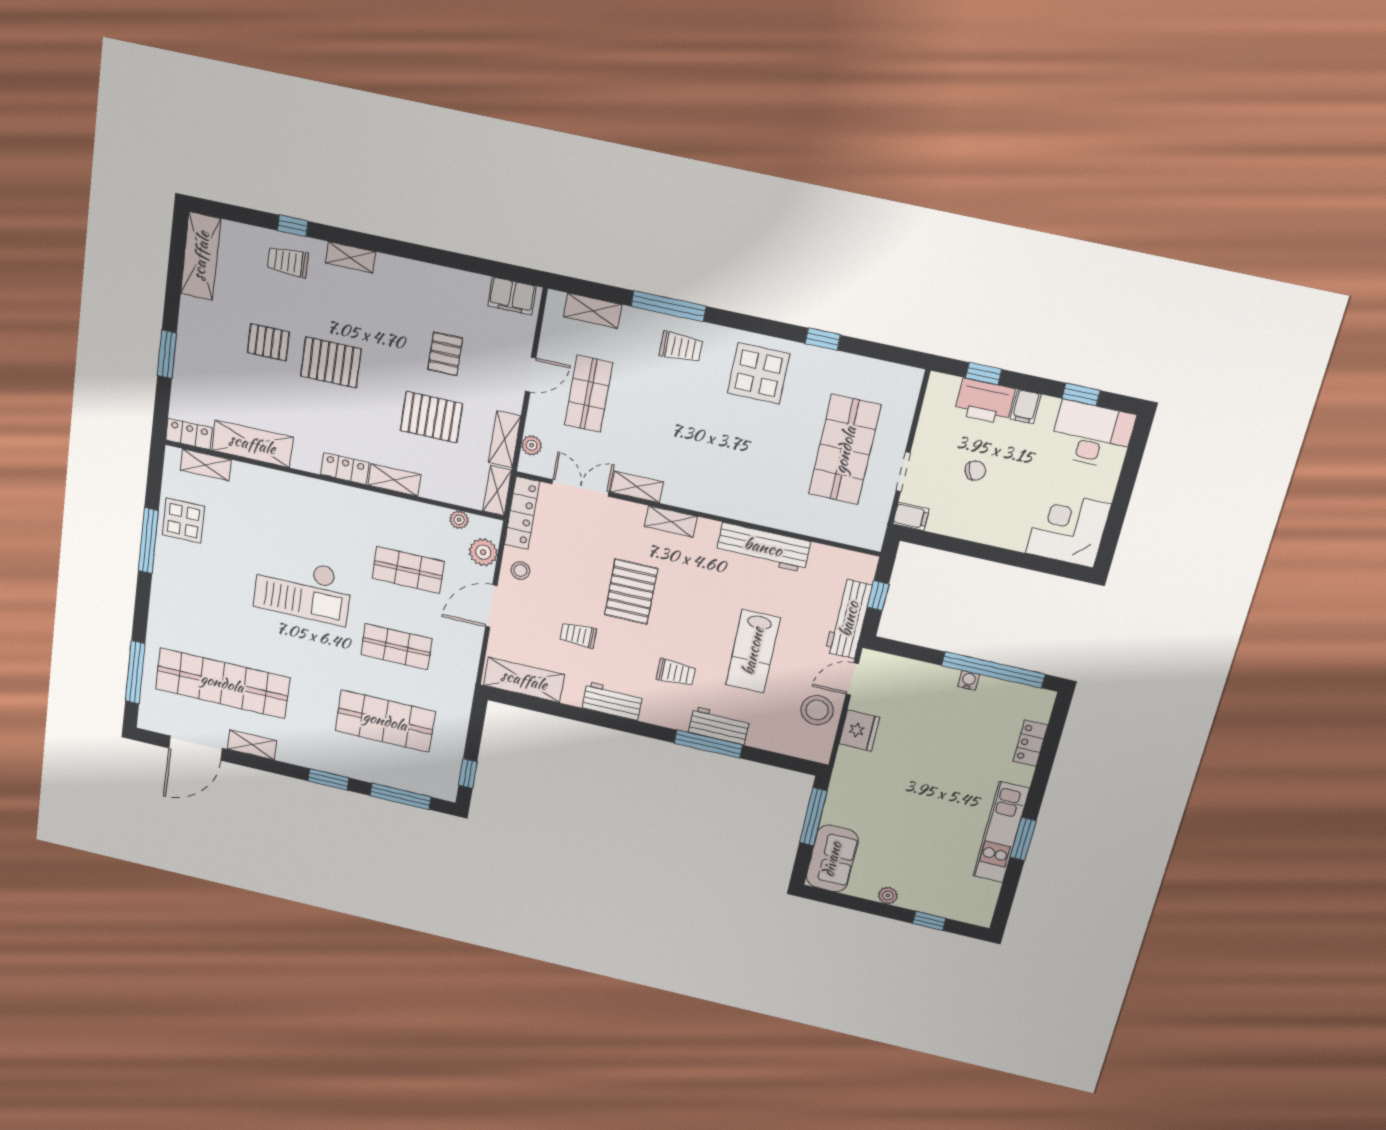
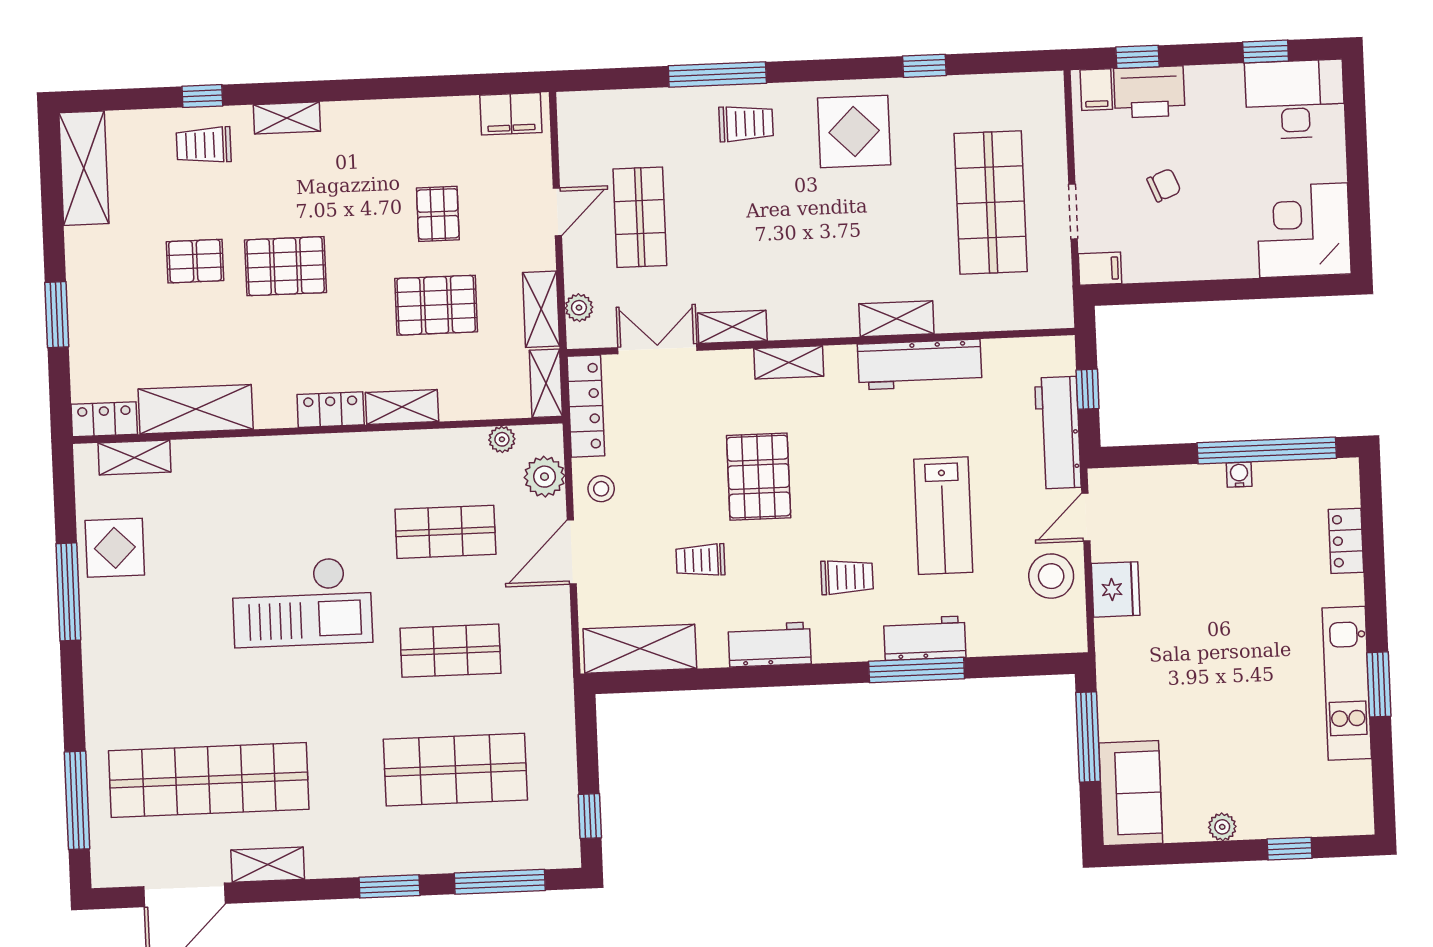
shelving: (593, 311) -> (896, 319), moved
filing cabinet: (1026, 407) -> (1096, 90), moved

